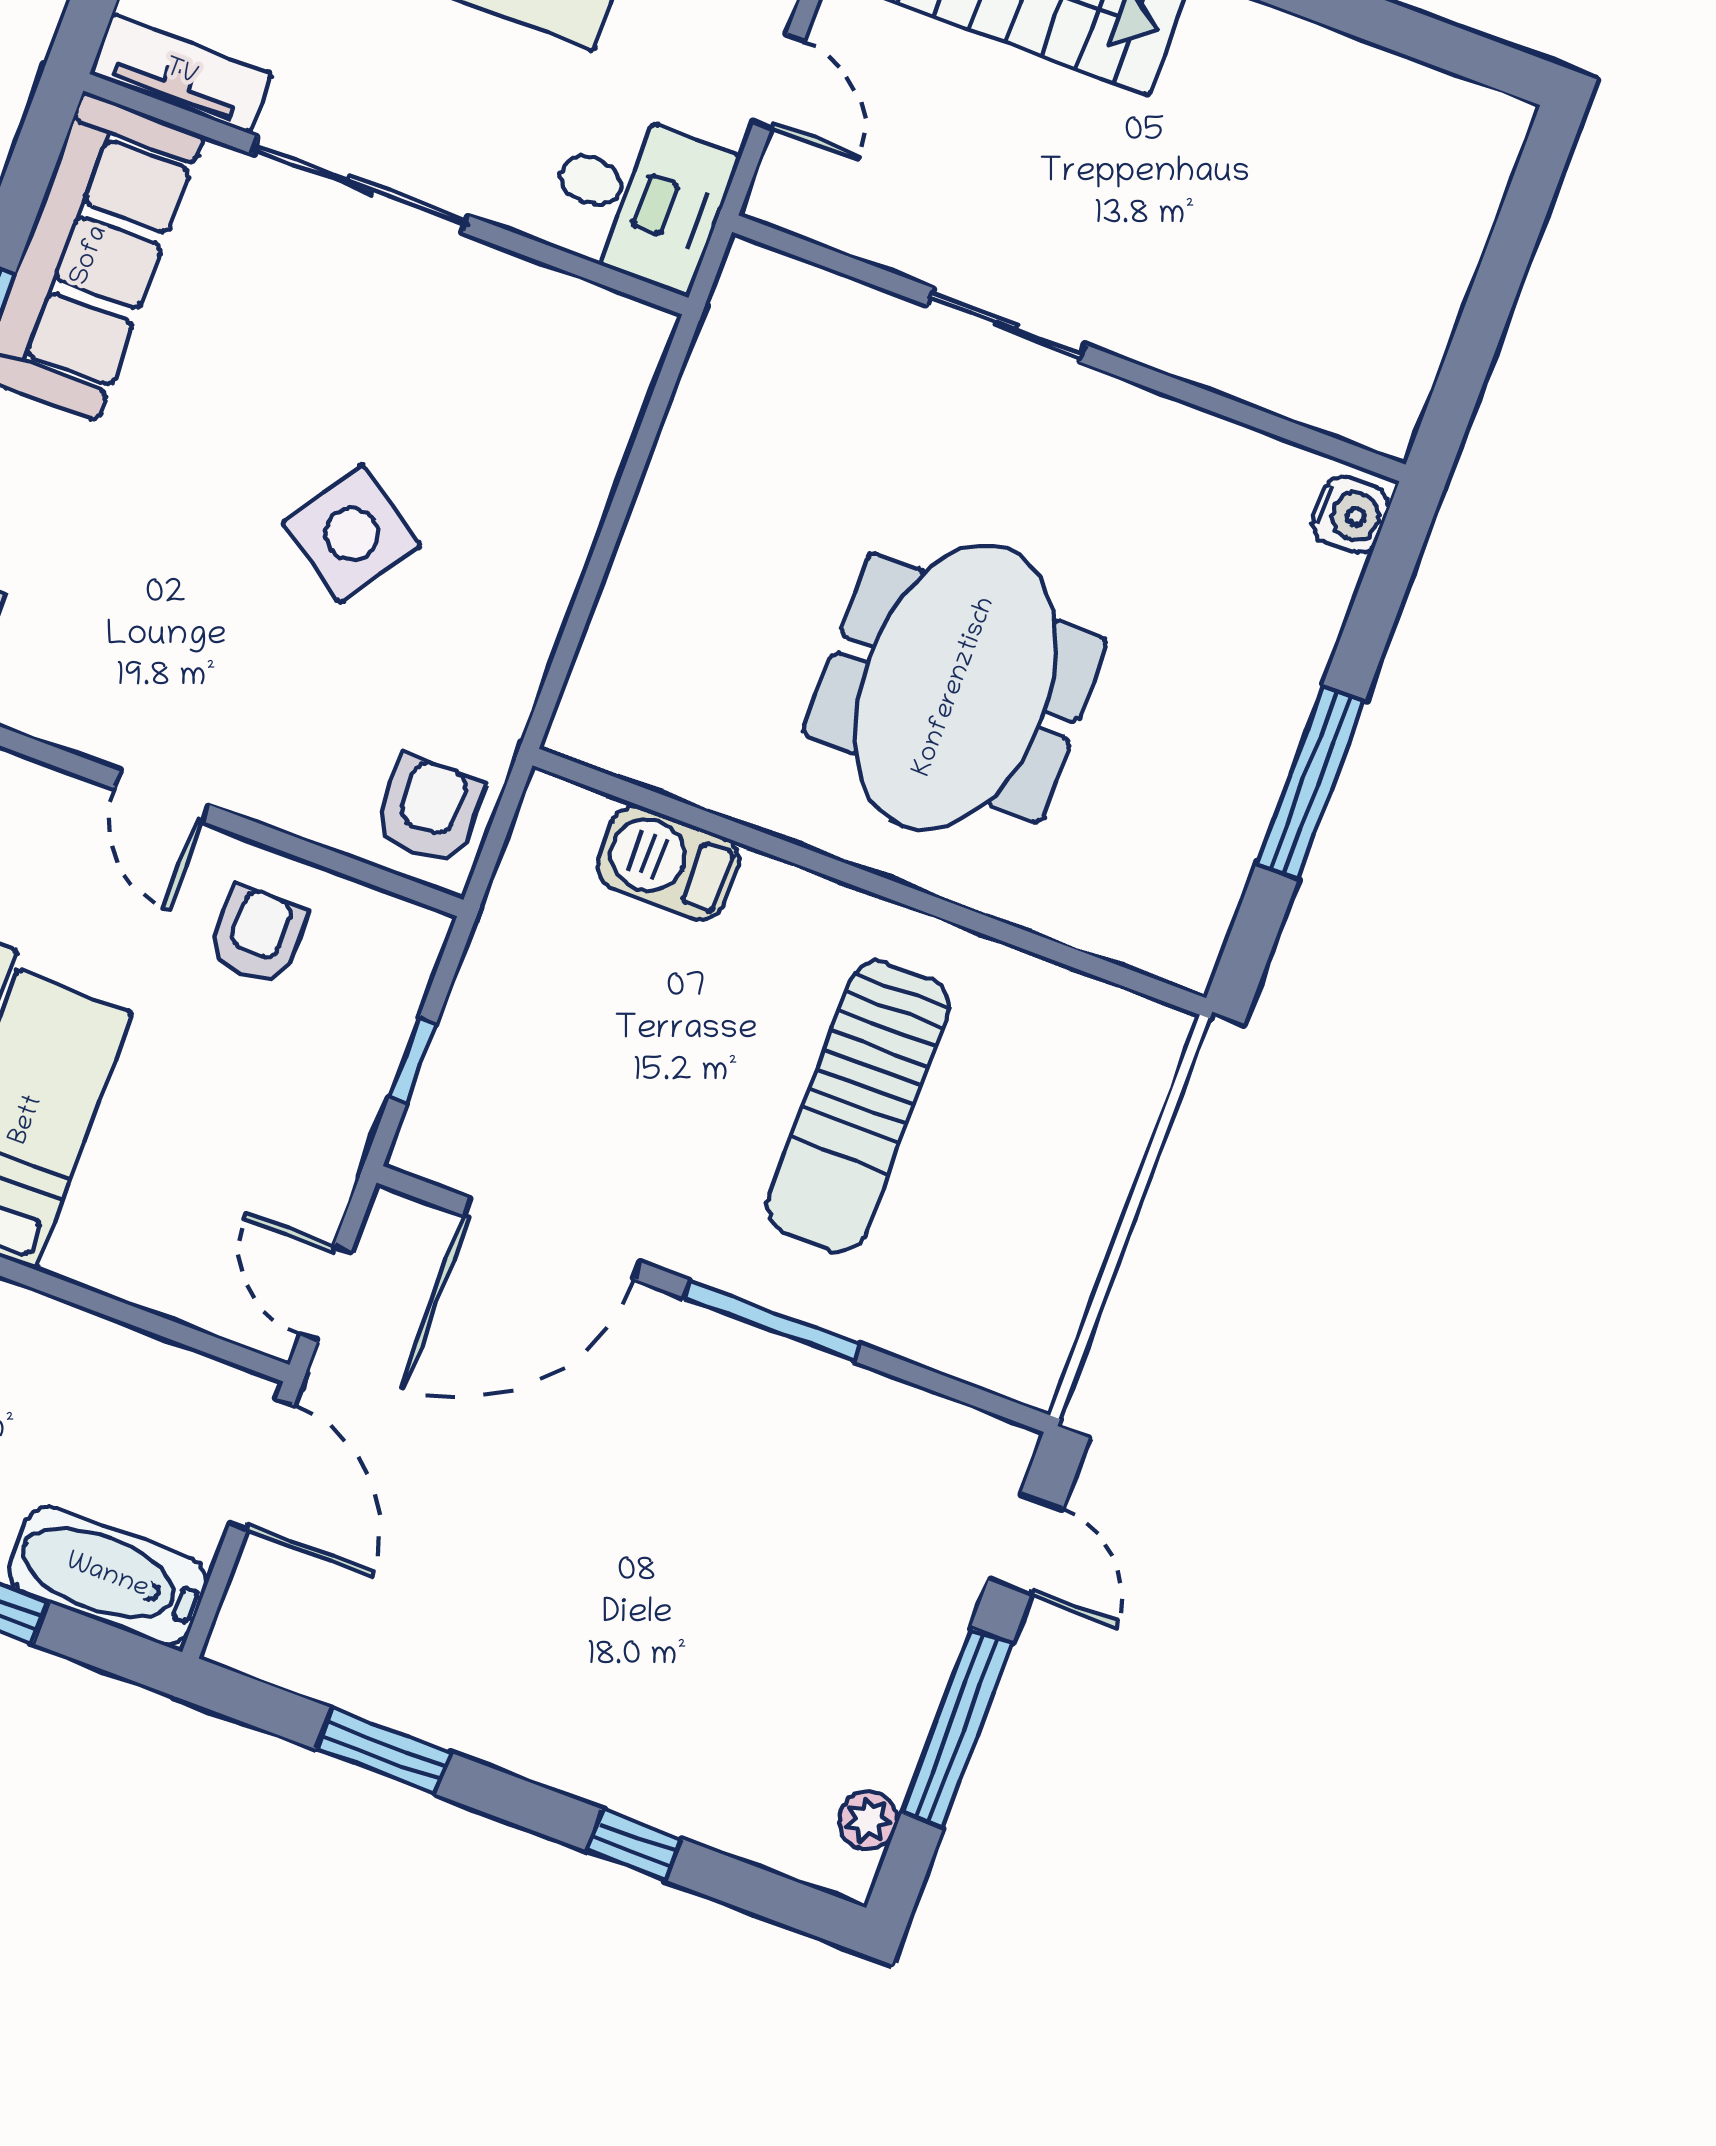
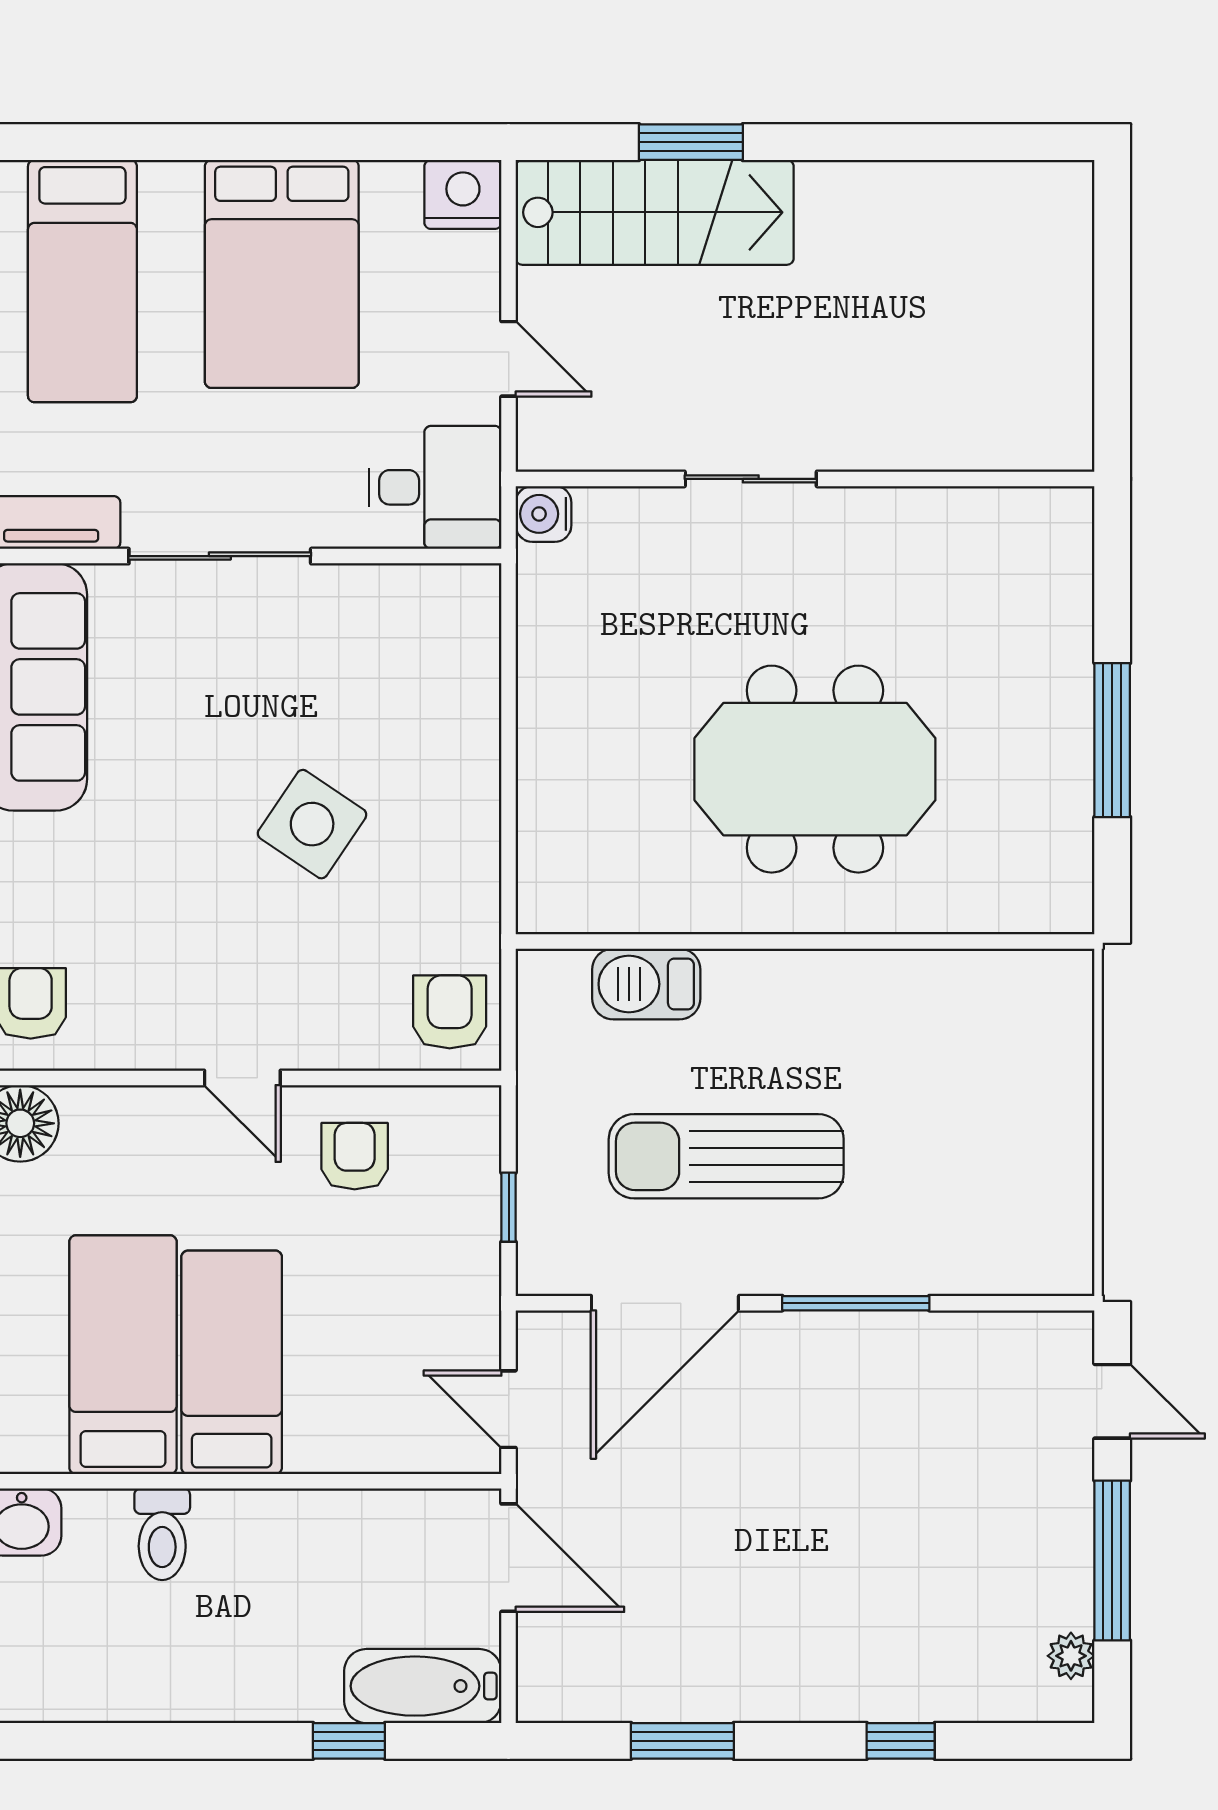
water cooler: (1350, 515) -> (544, 514), moved, turned 180
meeting table: (955, 687) -> (815, 769), turned 90
sun lounger: (858, 1107) -> (726, 1156), moved, turned 90

